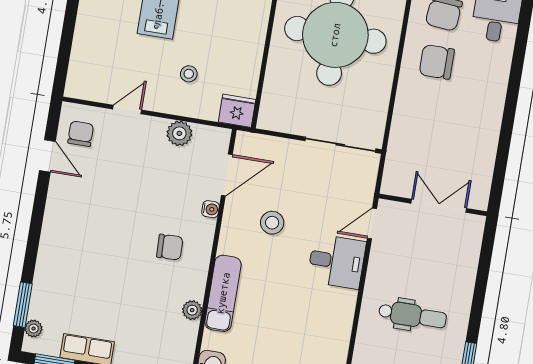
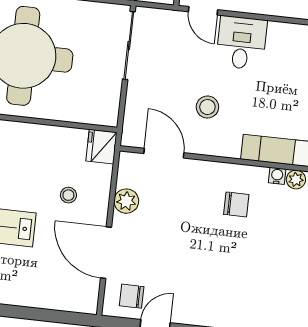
door: (127, 109) -> (106, 253), width x1.88
water cooler: (211, 209) -> (277, 176), moved
chair: (170, 247) -> (236, 204), turned 92

